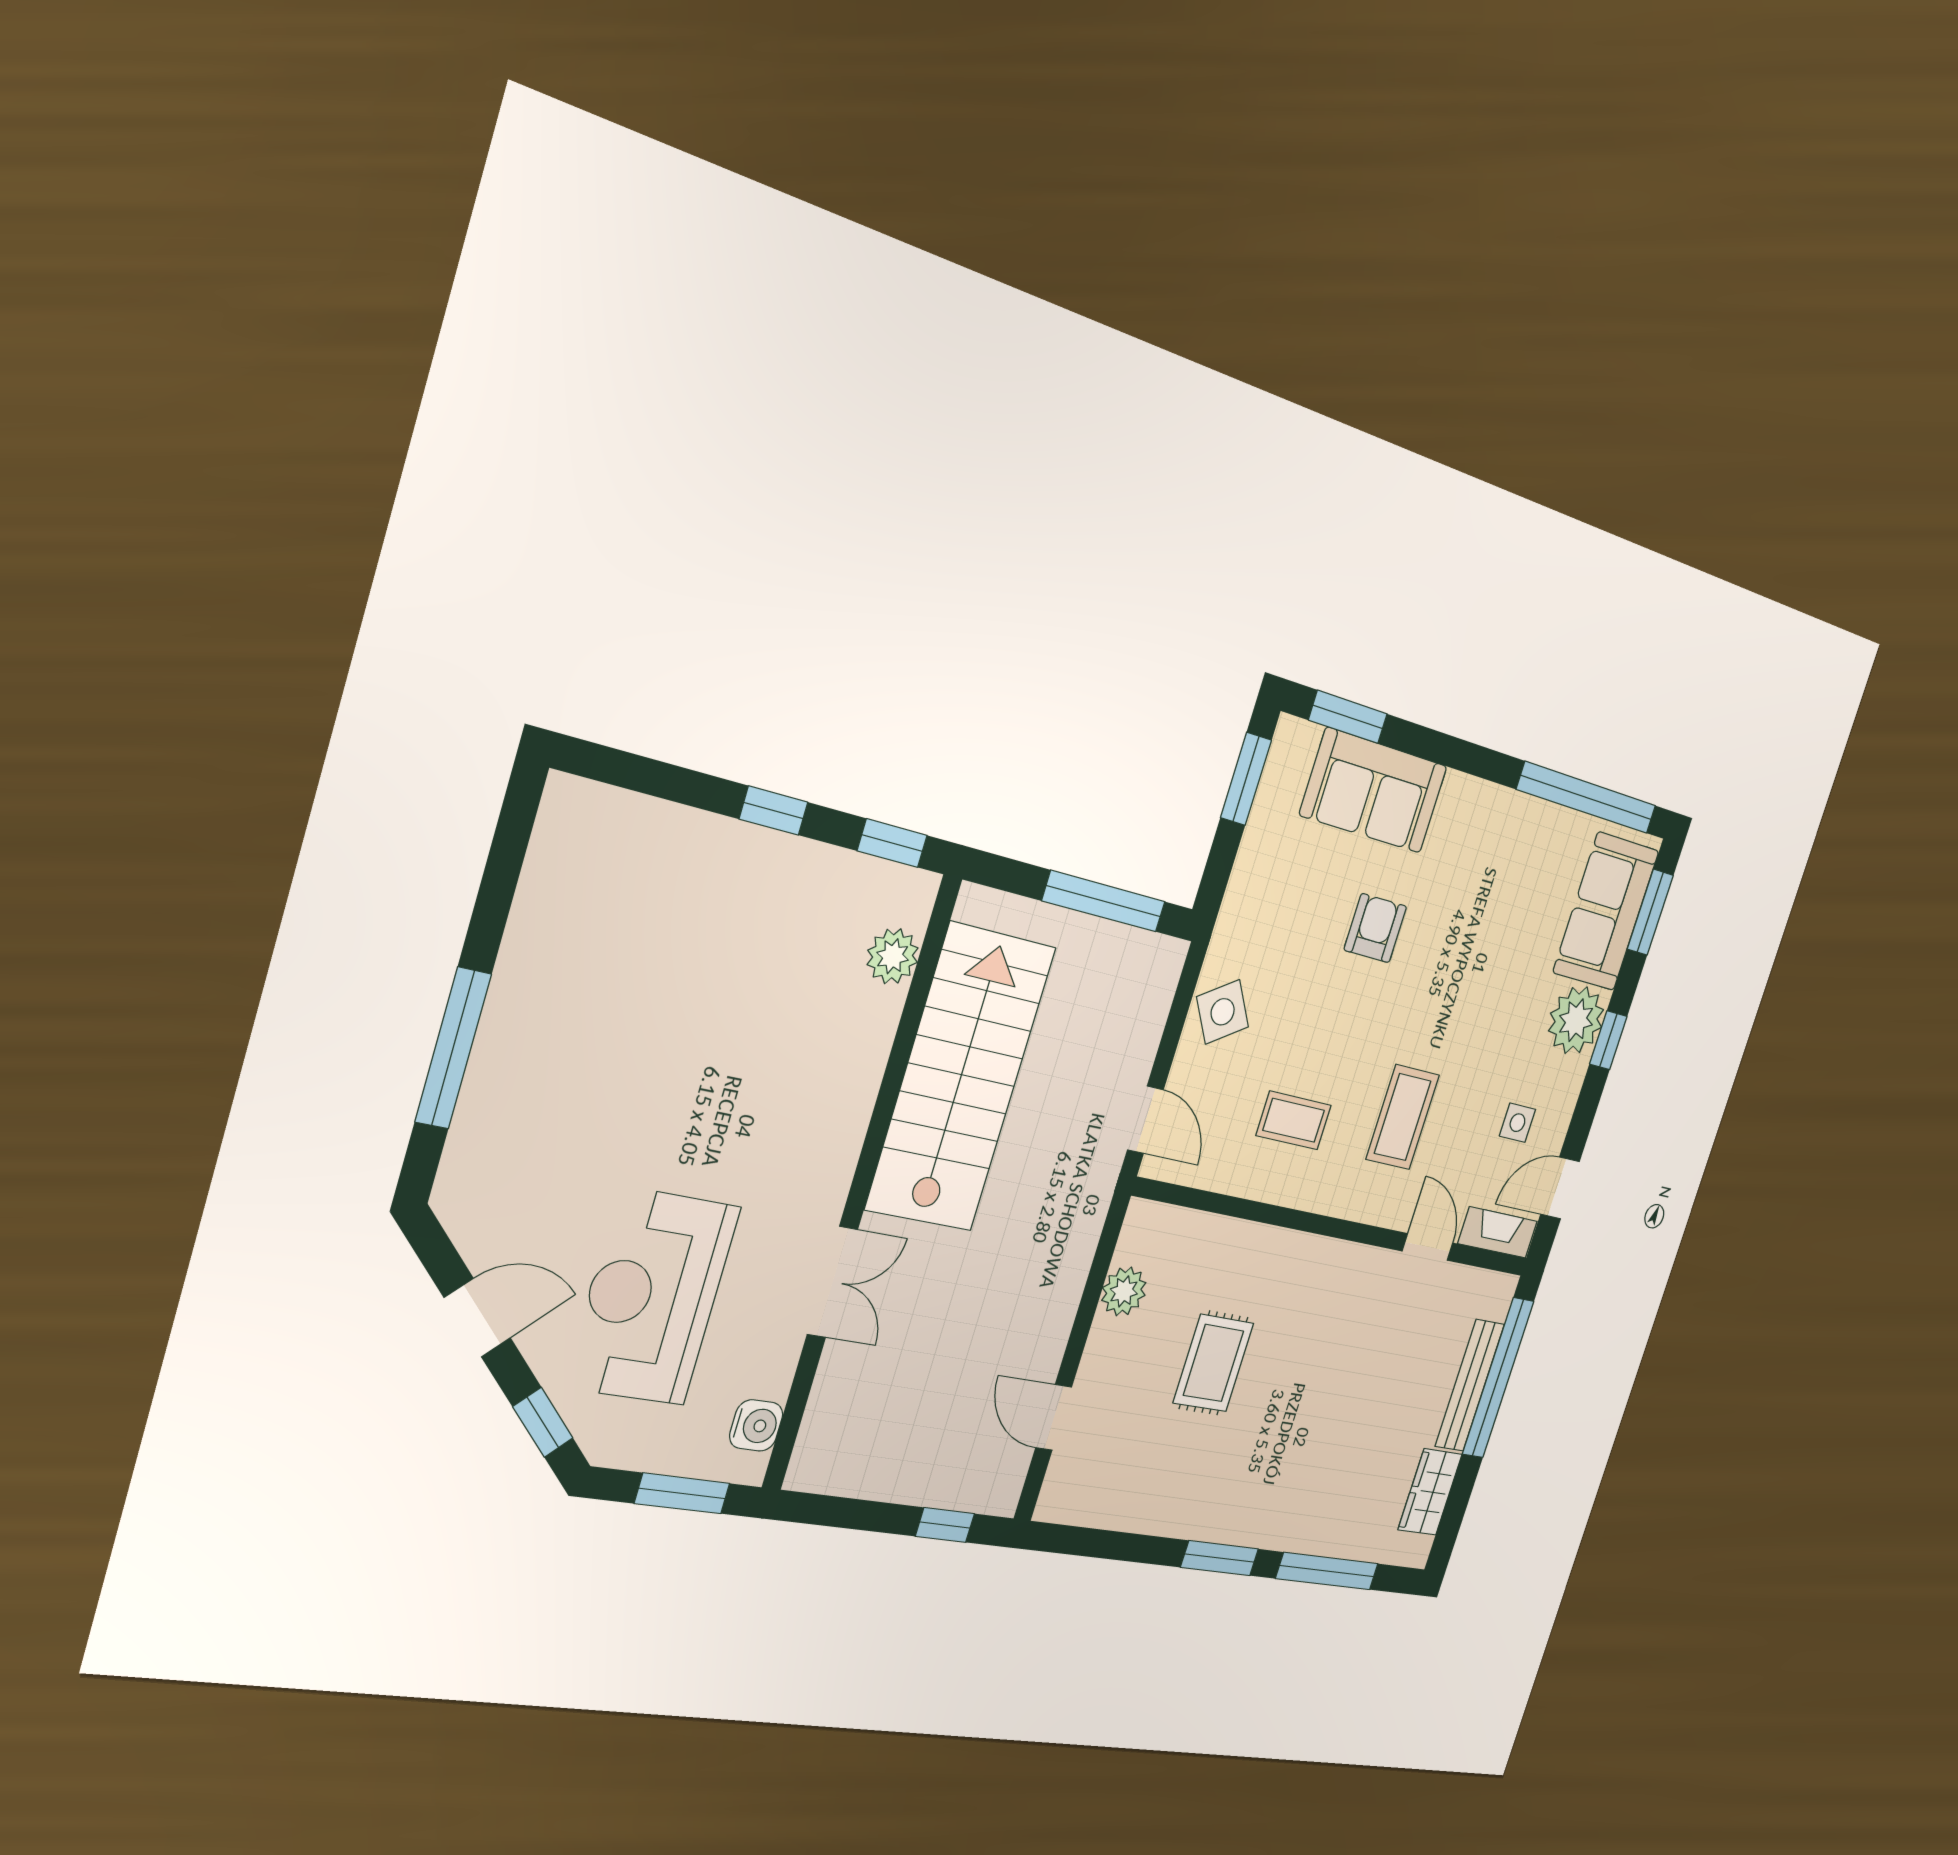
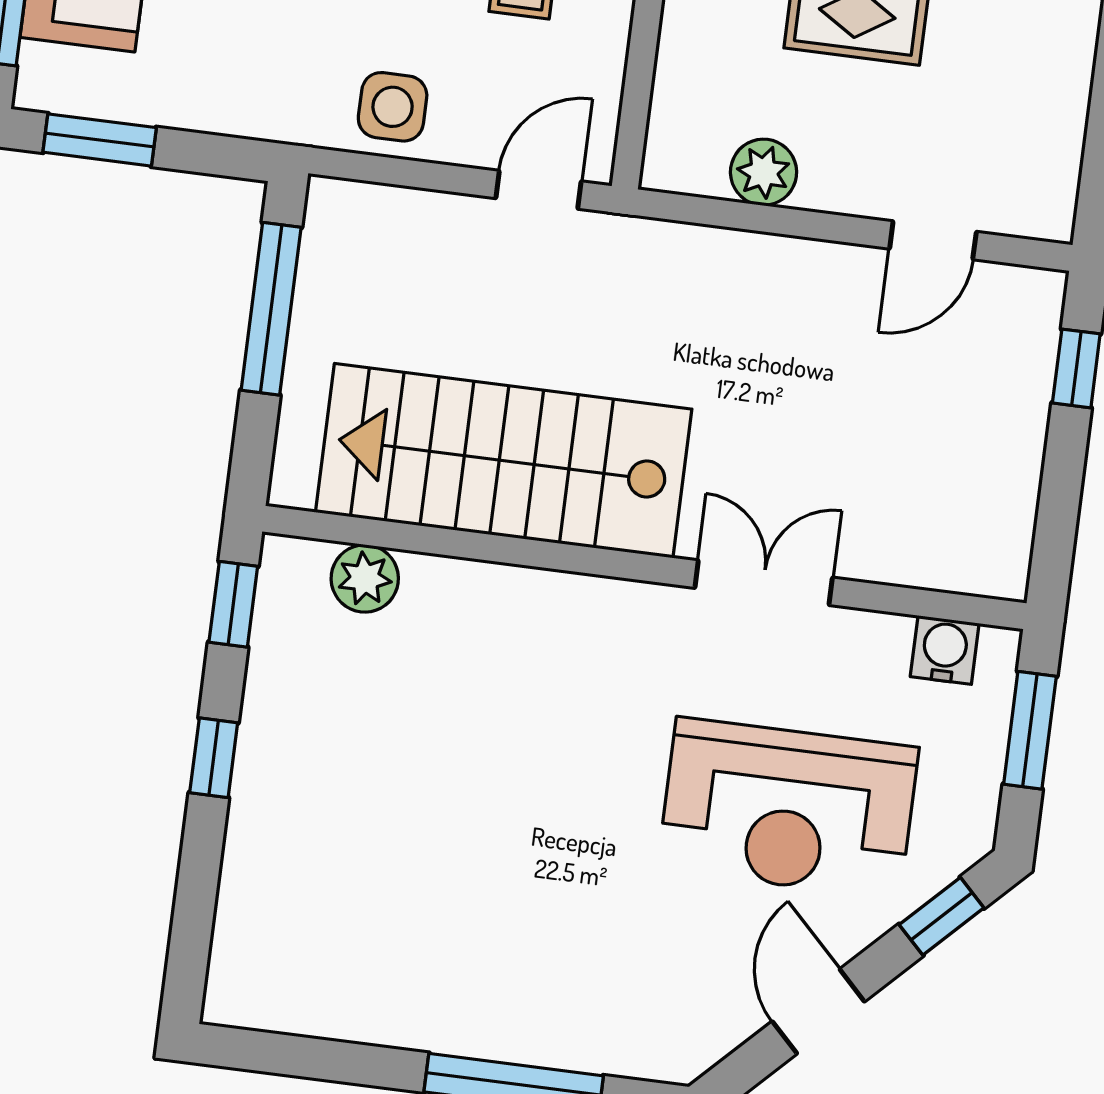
side table: (1223, 1012) -> (393, 107), turned 32

